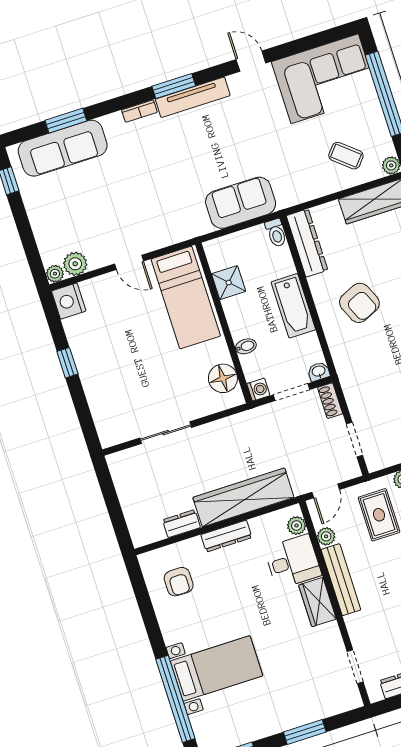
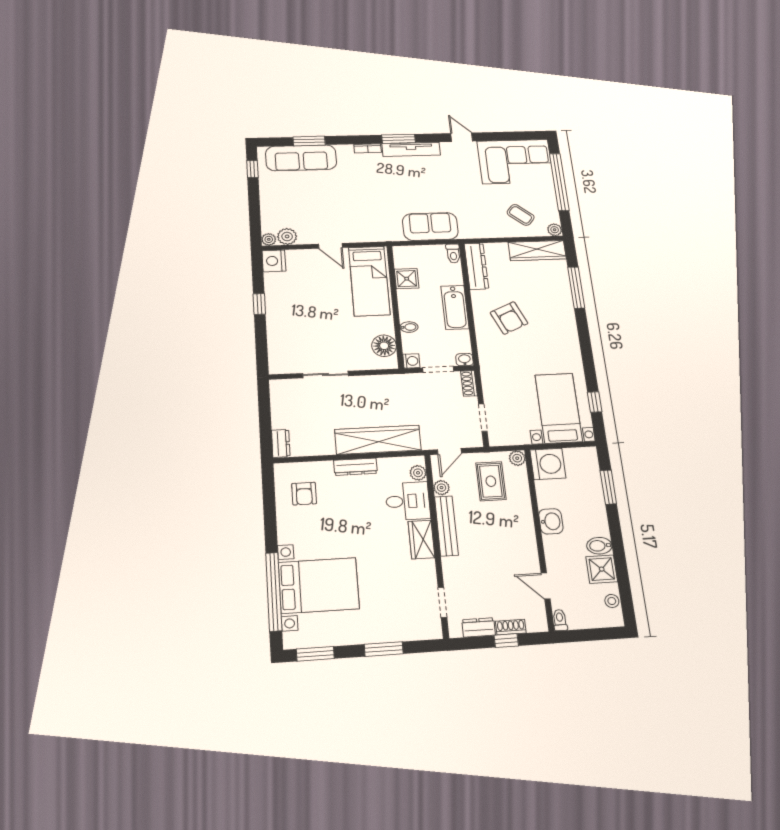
dresser: (181, 524) -> (281, 443), moved, turned 90
bed with nightstands: (217, 668) -> (319, 585), width x1.36

